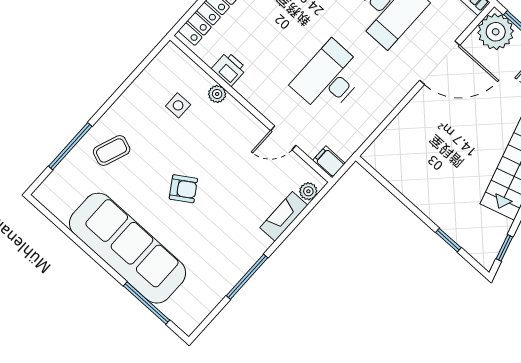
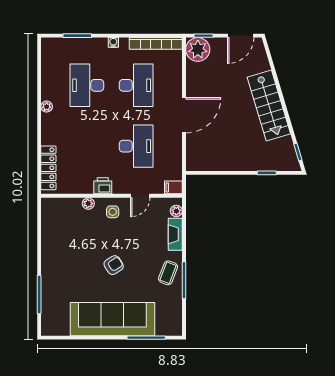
door: (440, 63) -> (184, 115), moved
printer: (229, 69) -> (103, 186), moved
desk: (329, 78) -> (136, 146), turned 180
side table: (178, 105) -> (113, 212), moved
coffee table: (112, 151) -> (168, 273), moved

